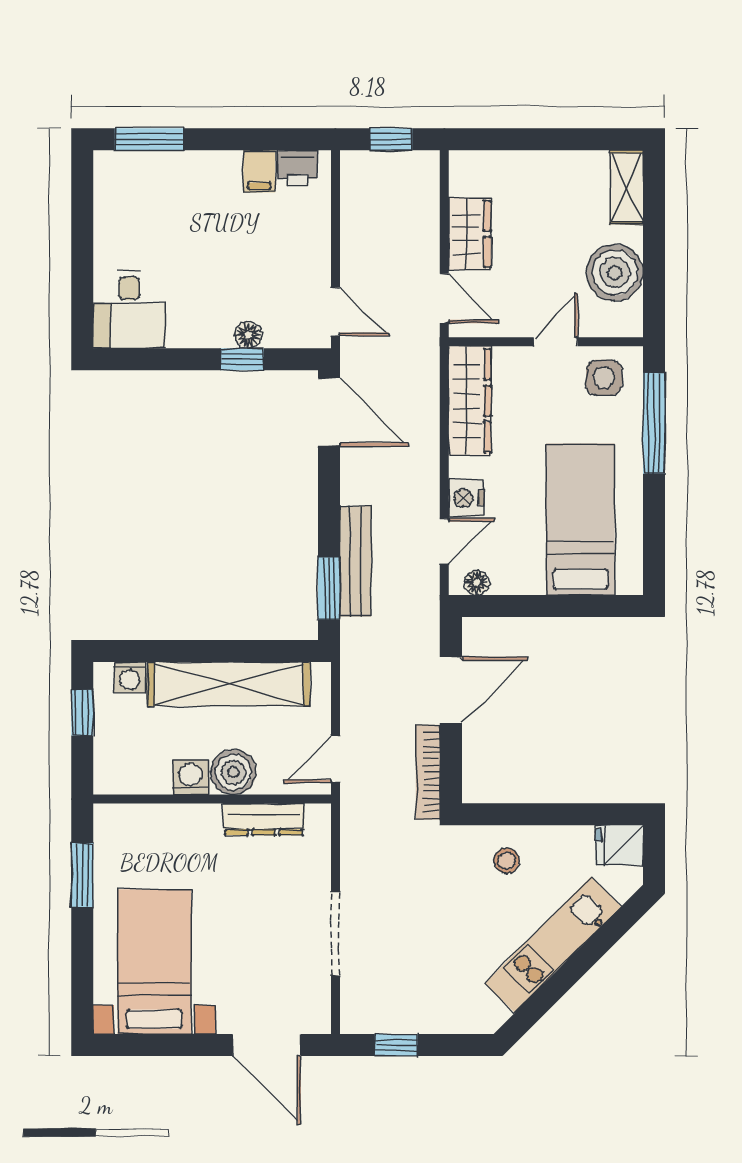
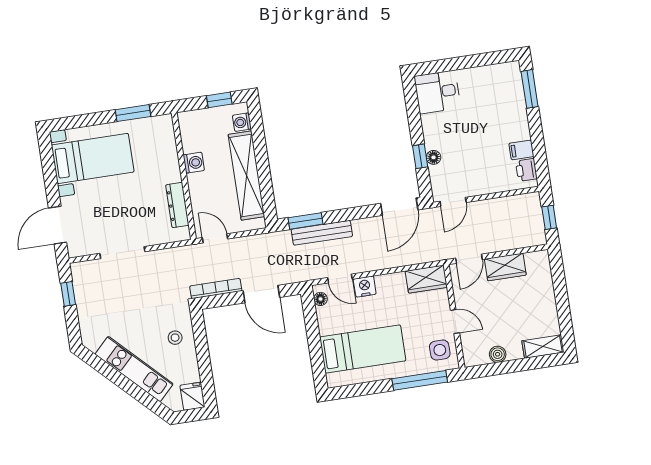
boiler: (615, 273) -> (498, 354), width x0.54, depth x0.54
wardrobe: (470, 401) -> (426, 279), width x0.67
boiler: (233, 772) -> (200, 185), removed

